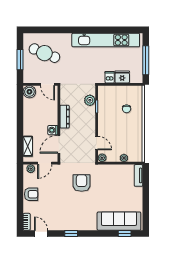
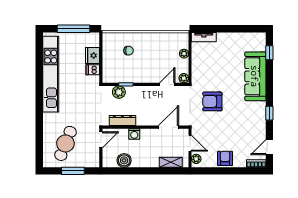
boiler: (29, 92) -> (124, 160), moved
dresser: (65, 117) -> (122, 121), moved
washing machine: (53, 130) -> (134, 134), moved
door: (59, 144) -> (168, 127), swing flipped
sofa: (119, 221) -> (255, 76), moved

